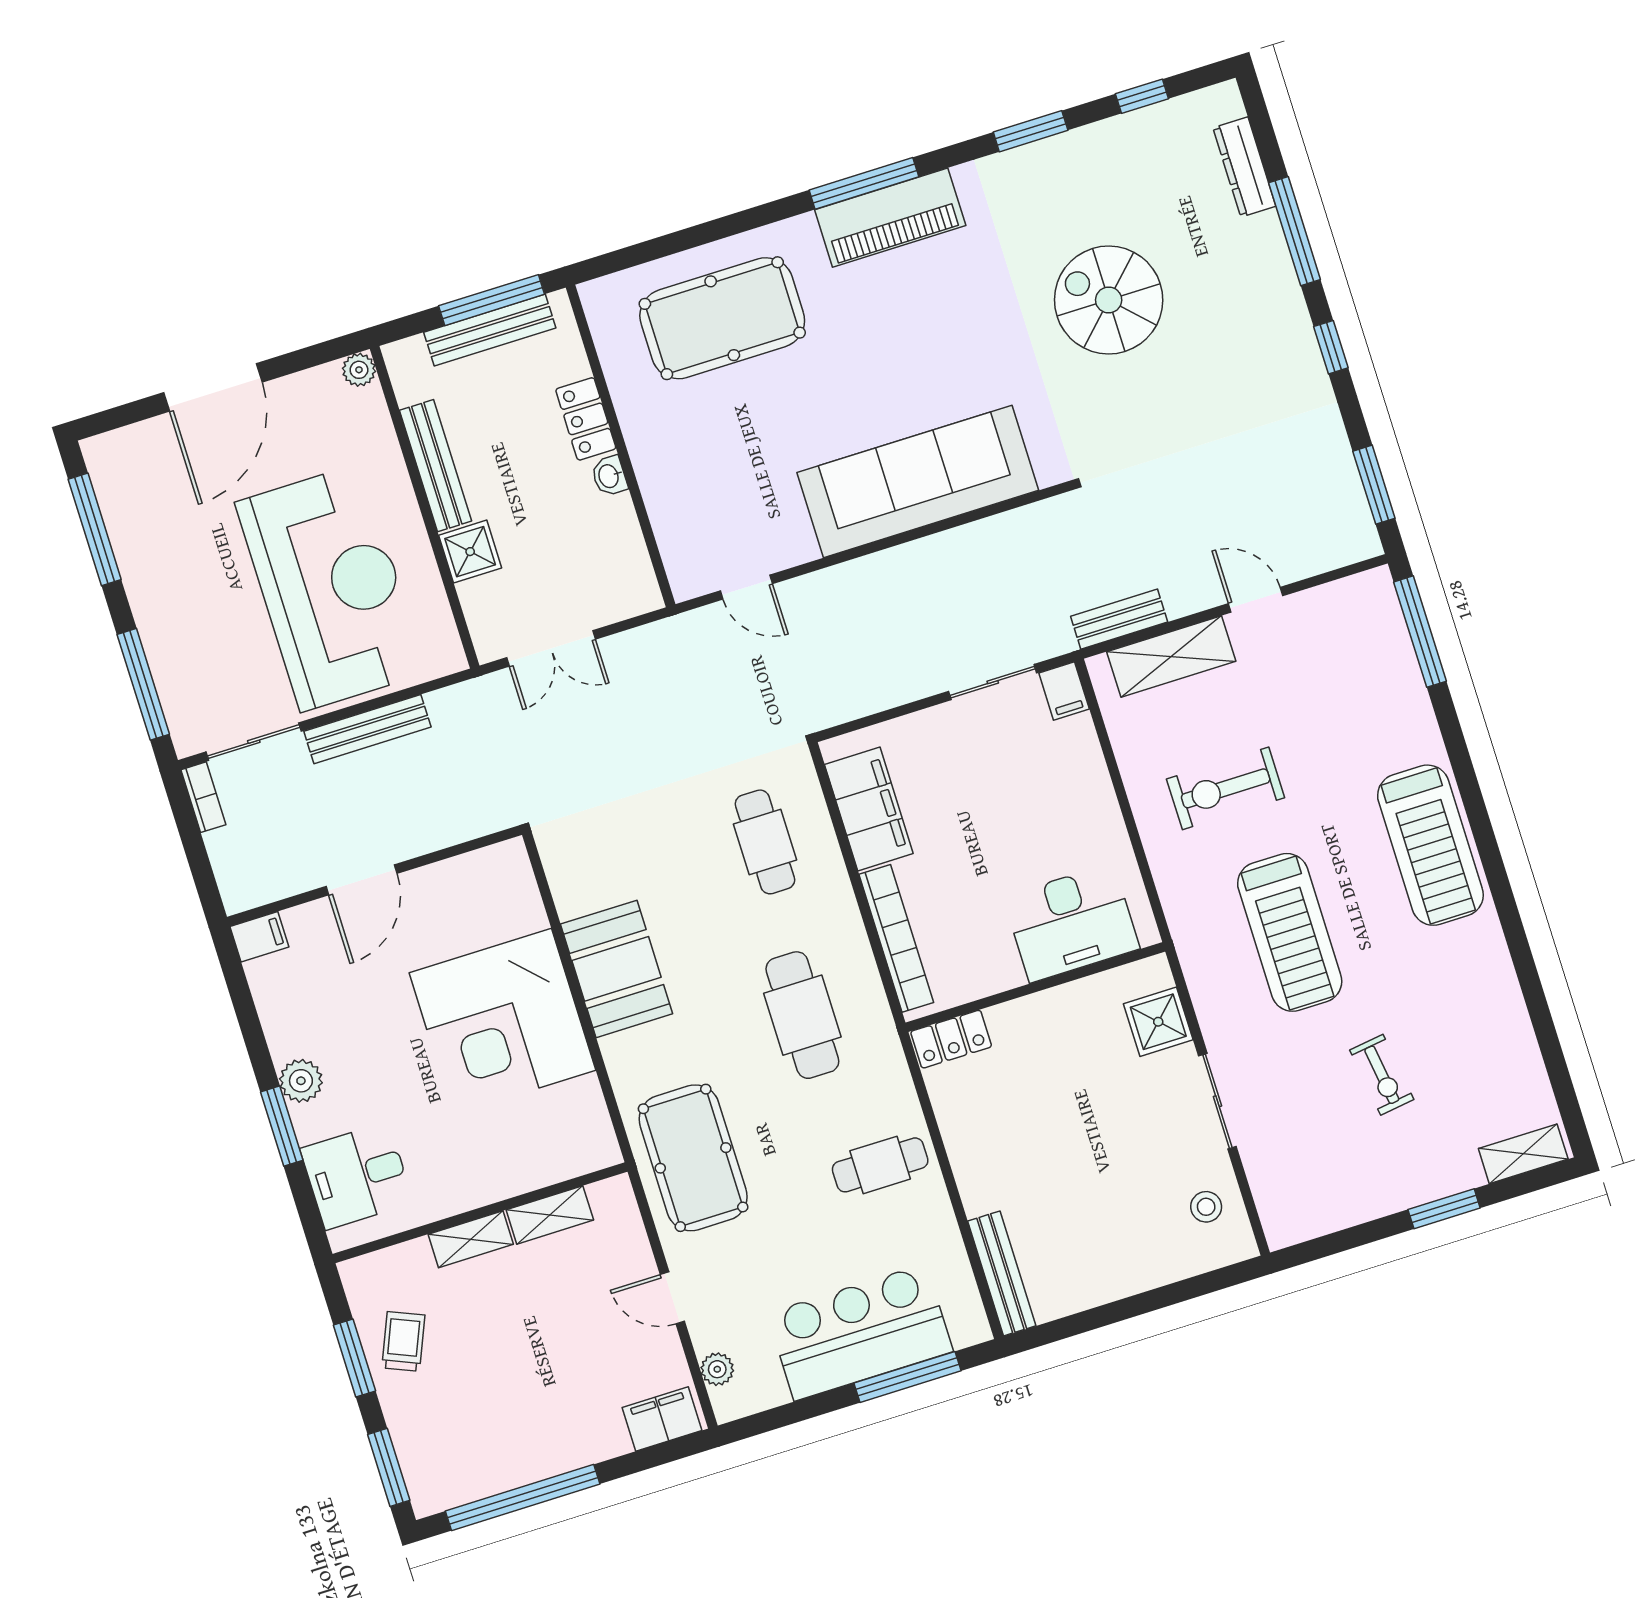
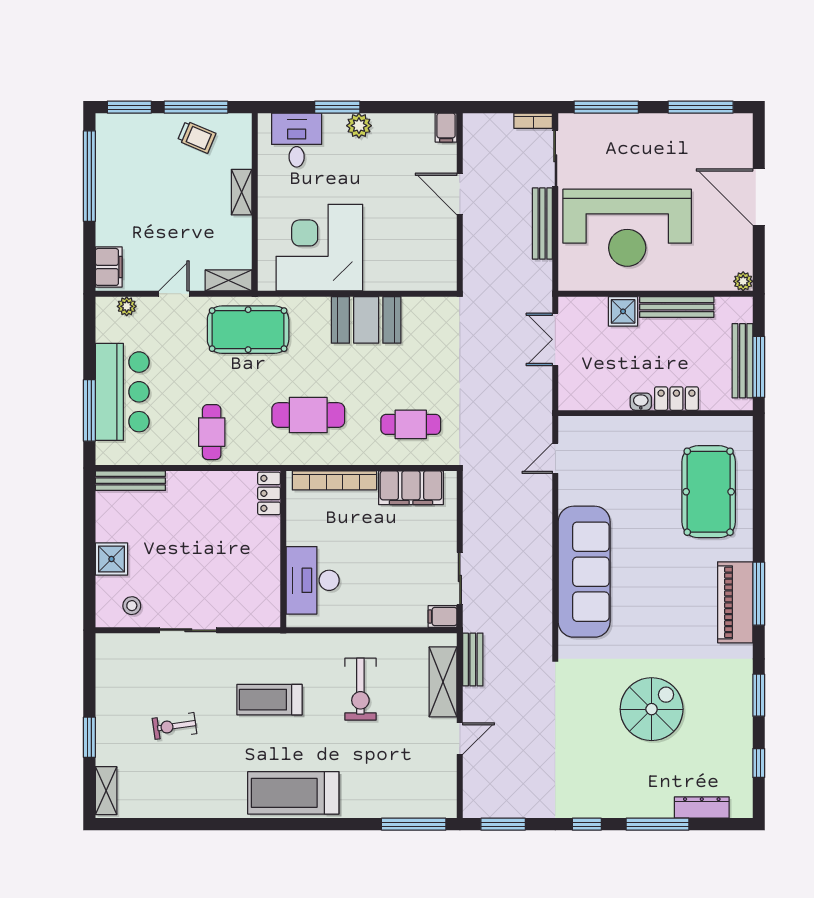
exercise bike: (1226, 788) -> (360, 689), turned 180
treadmill: (1290, 932) -> (269, 700), width x0.73, depth x0.73
corner desk: (503, 1022) -> (319, 248), moved
shower: (1158, 1022) -> (111, 559), moved
shelving: (550, 1215) -> (228, 280), moved, turned 90
window: (354, 1358) -> (196, 107), width x1.44

